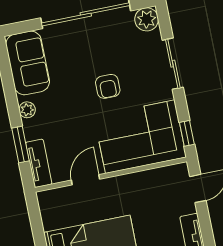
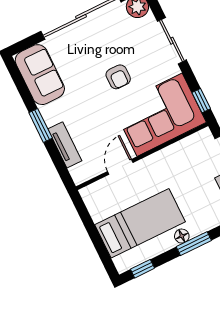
plant: (27, 110) -> (51, 117), removed
window: (21, 144) -> (41, 125), moved
tv unit: (39, 163) -> (65, 145), moved

